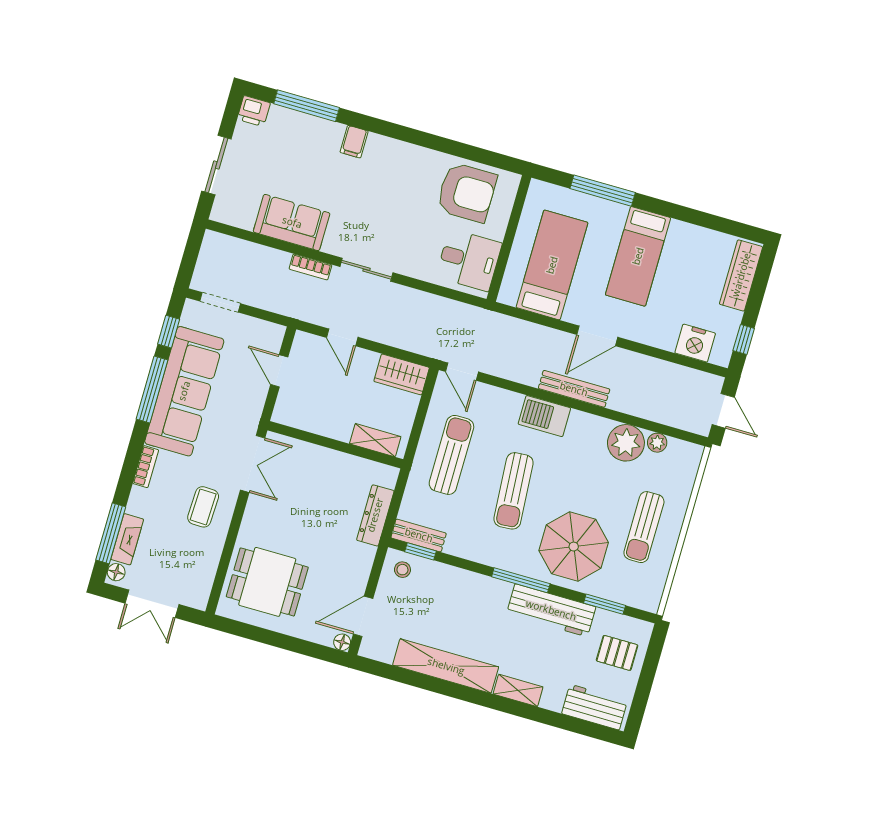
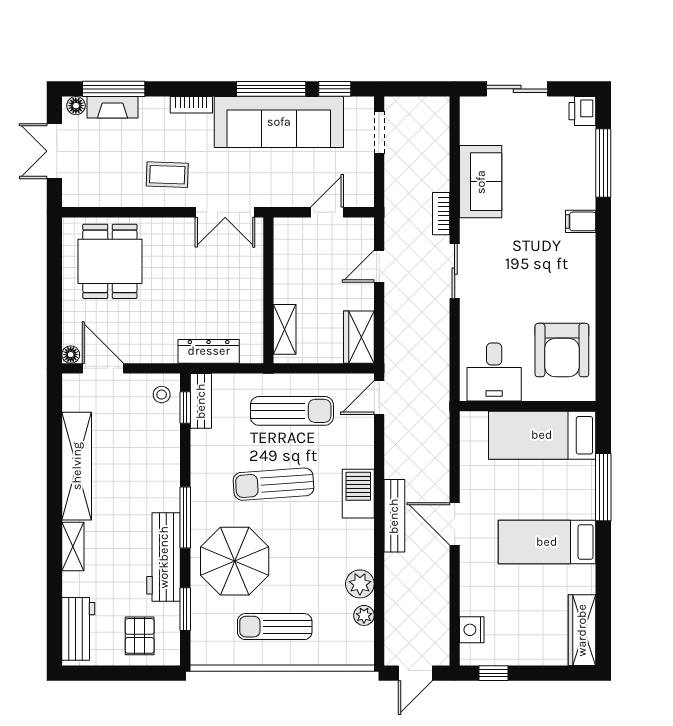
bed: (552, 265) -> (542, 435), moved, turned 180
wardrobe: (741, 275) -> (582, 630), moved, turned -90
nightstand: (695, 343) -> (472, 630), width x0.74, depth x0.75
plant: (626, 443) -> (360, 584), width x0.73, depth x0.73

